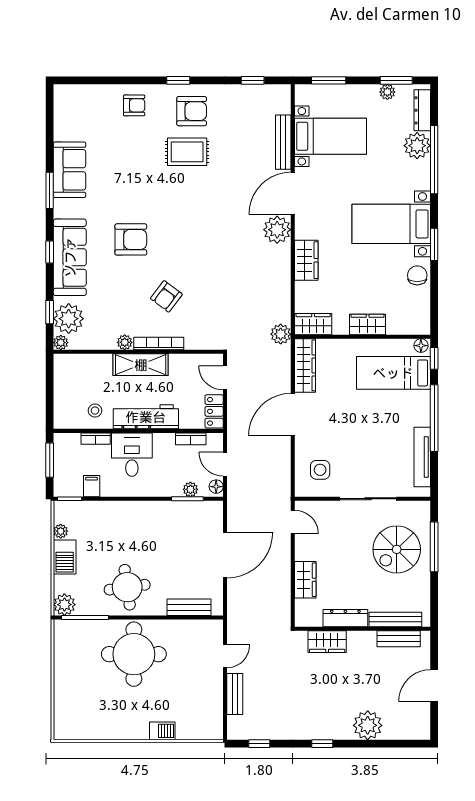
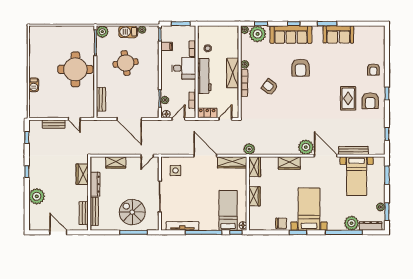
round table: (127, 587) -> (126, 63), moved

